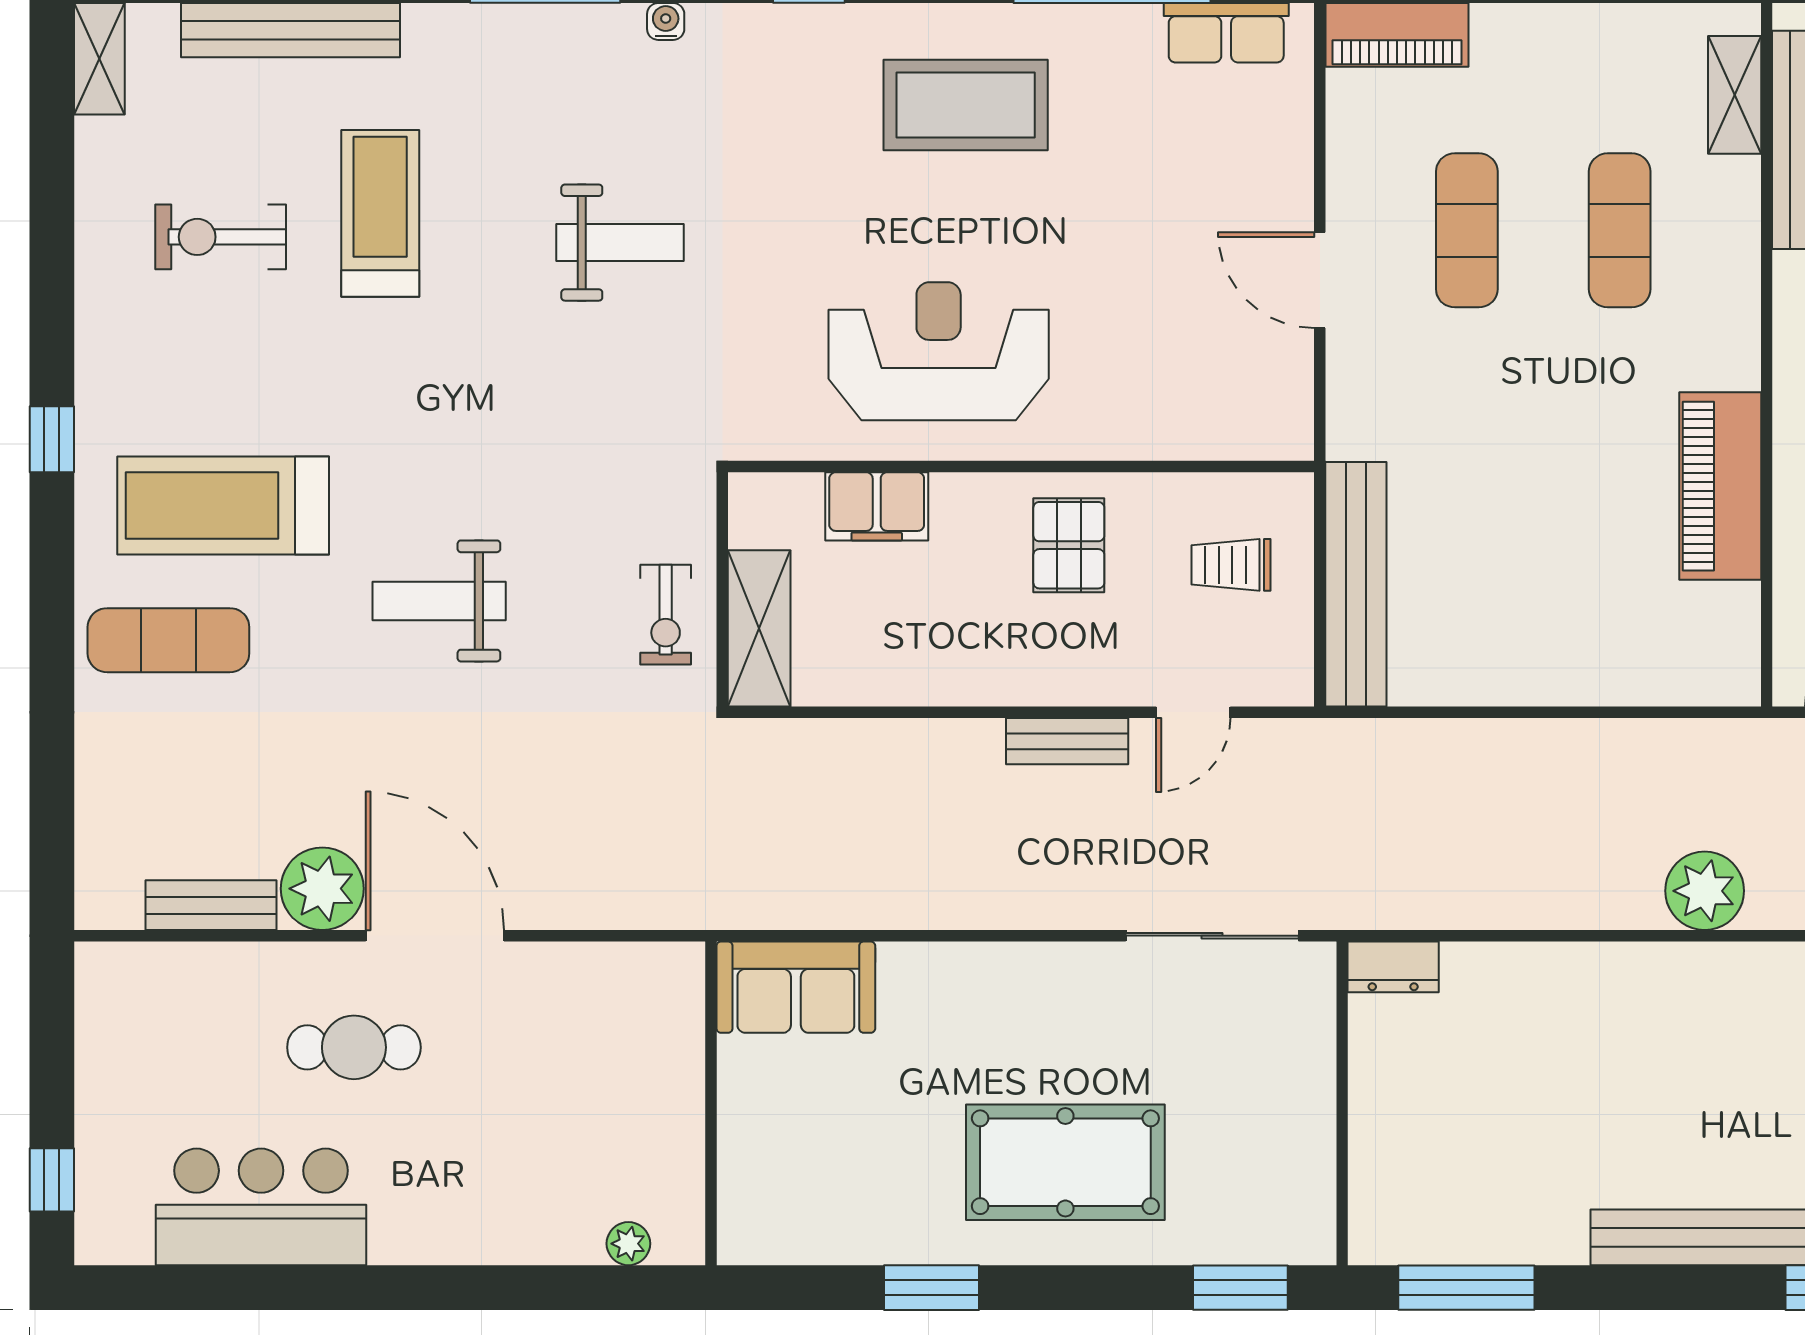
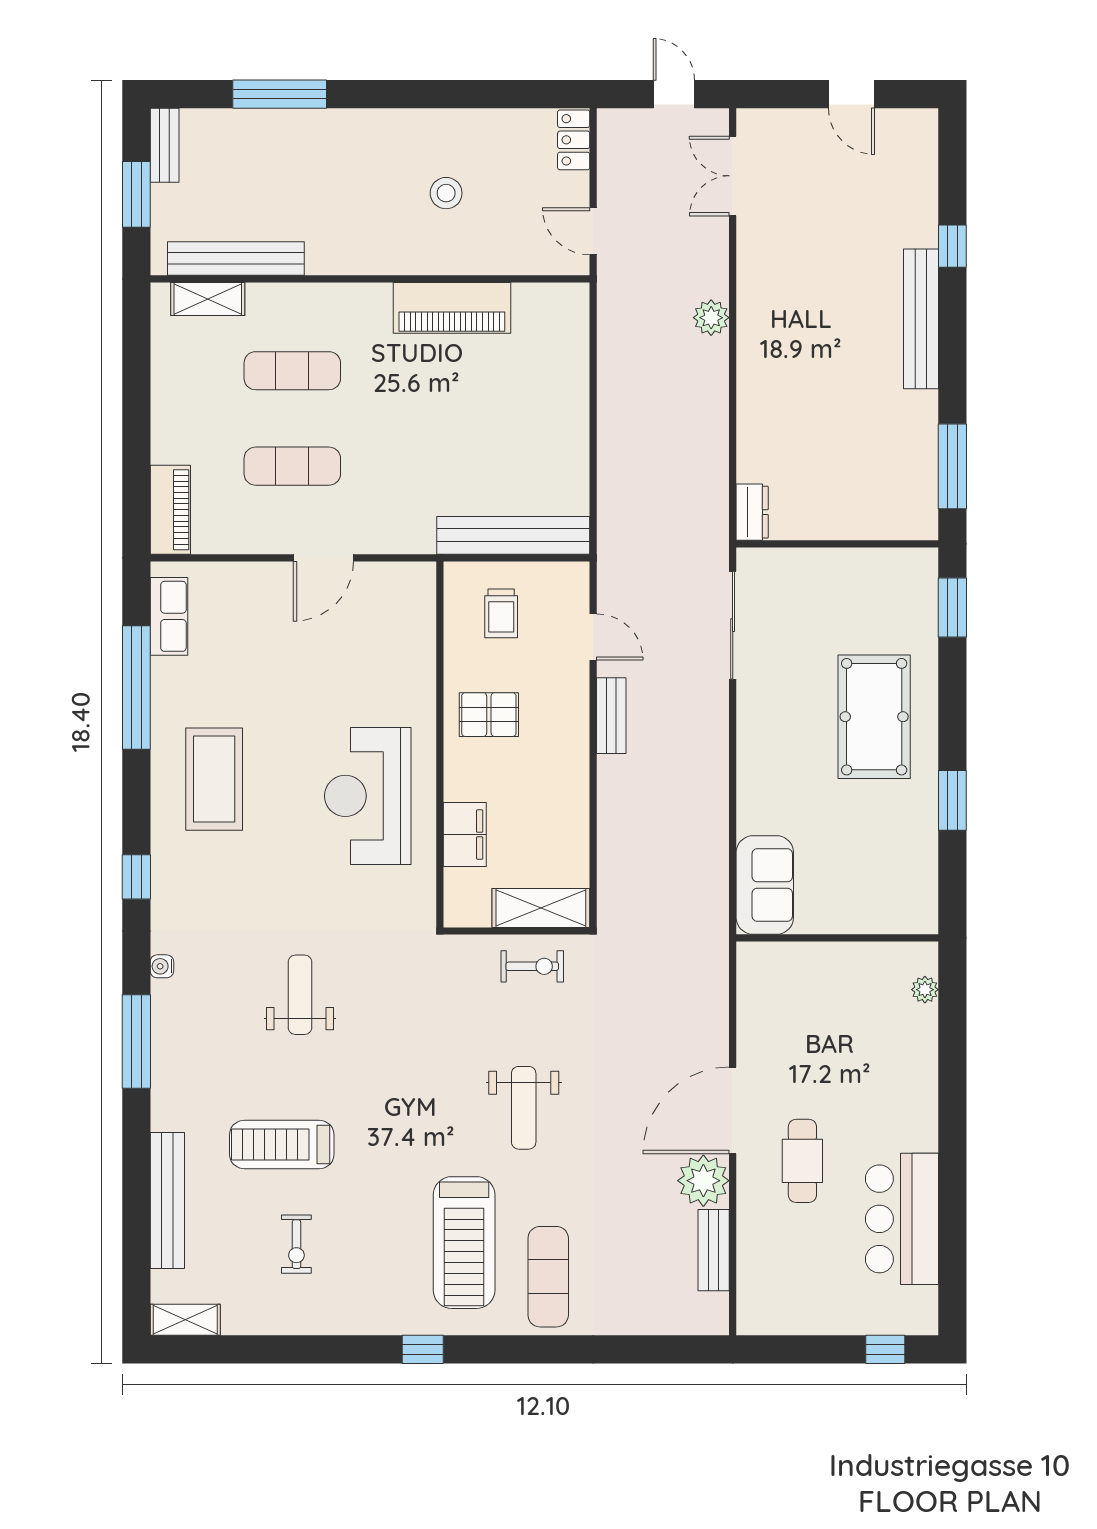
exercise bike: (221, 237) -> (296, 1244), width x0.73, depth x0.72
plant: (1705, 891) -> (711, 318), width x0.73, depth x0.73

